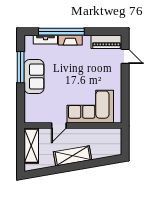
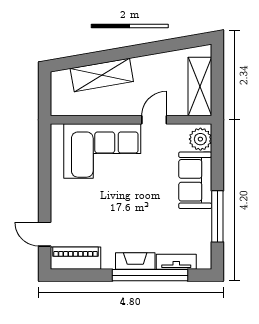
sofa: (34, 76) -> (195, 180), moved
plant: (31, 114) -> (200, 139), added
shelving: (73, 156) -> (102, 75), moved

